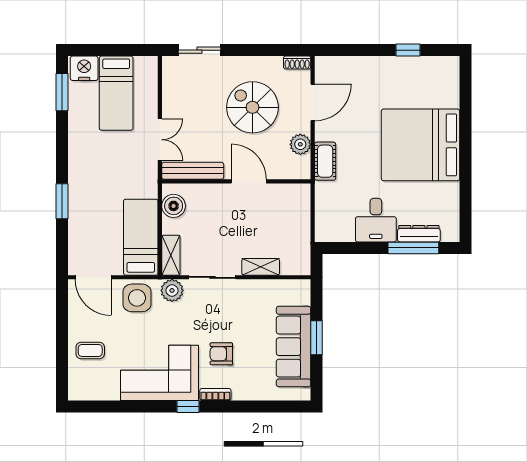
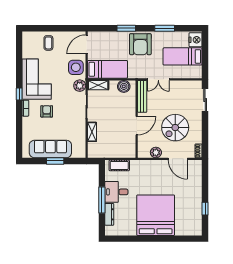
window: (62, 92) -> (165, 28), moved
spiral stairs: (252, 107) -> (175, 128), turned 180
cot: (325, 161) -> (119, 165), moved
armchair: (93, 174) -> (140, 44), added
window: (413, 248) -> (102, 200), moved

